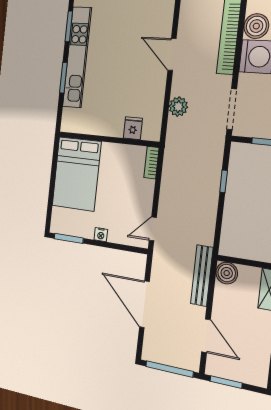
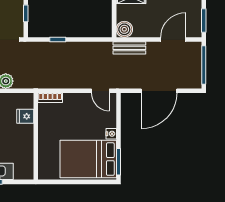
bed: (76, 174) -> (88, 159), moved, turned 180
bench: (202, 276) -> (129, 48), width x0.73

